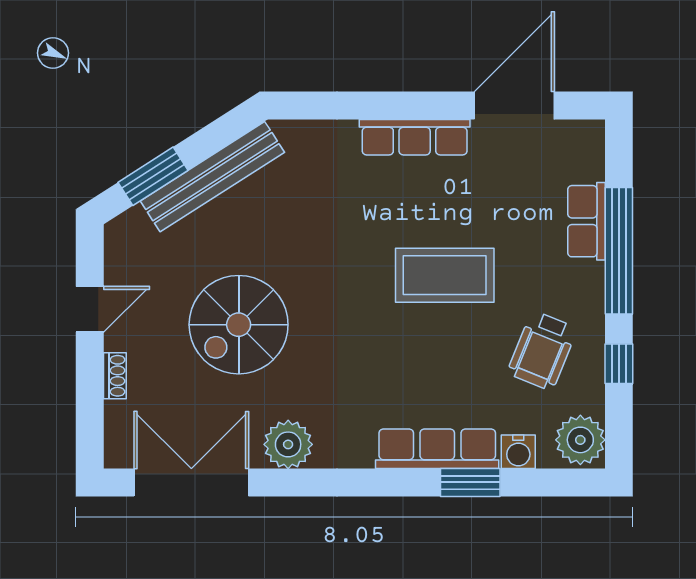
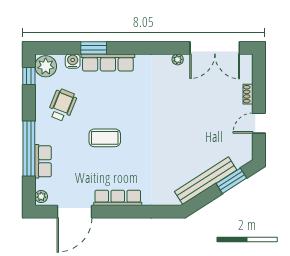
plant: (591, 140) -> (41, 197), added
coffee table: (445, 275) -> (105, 138), width x0.73, depth x0.76
spiral stairs: (239, 325) -> (194, 116), removed
window: (619, 364) -> (29, 76), moved
plant: (288, 444) -> (178, 59), width x0.53, depth x0.53

